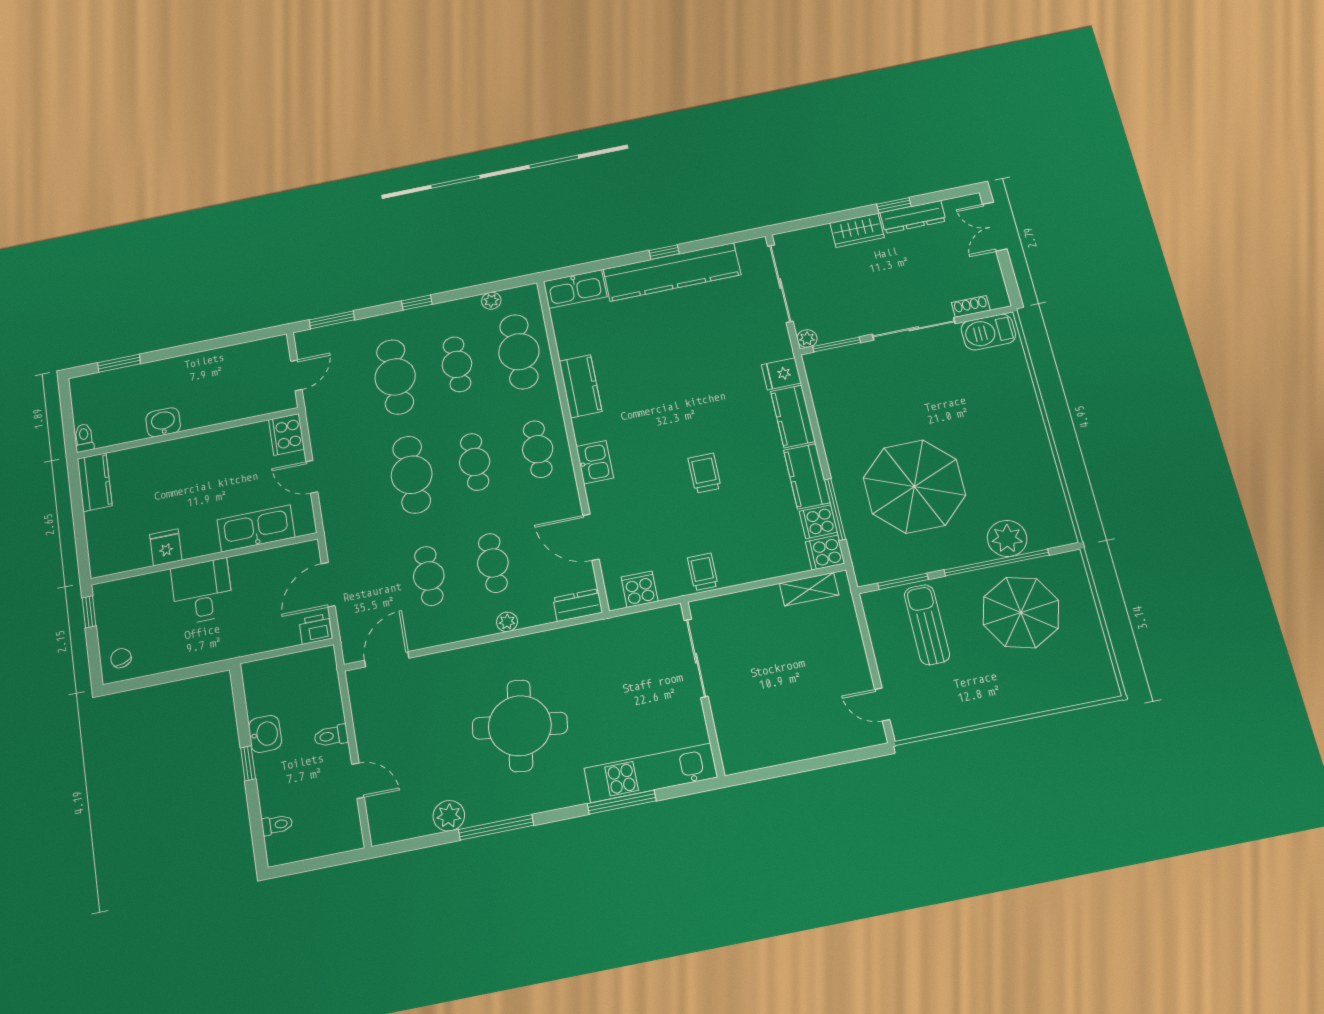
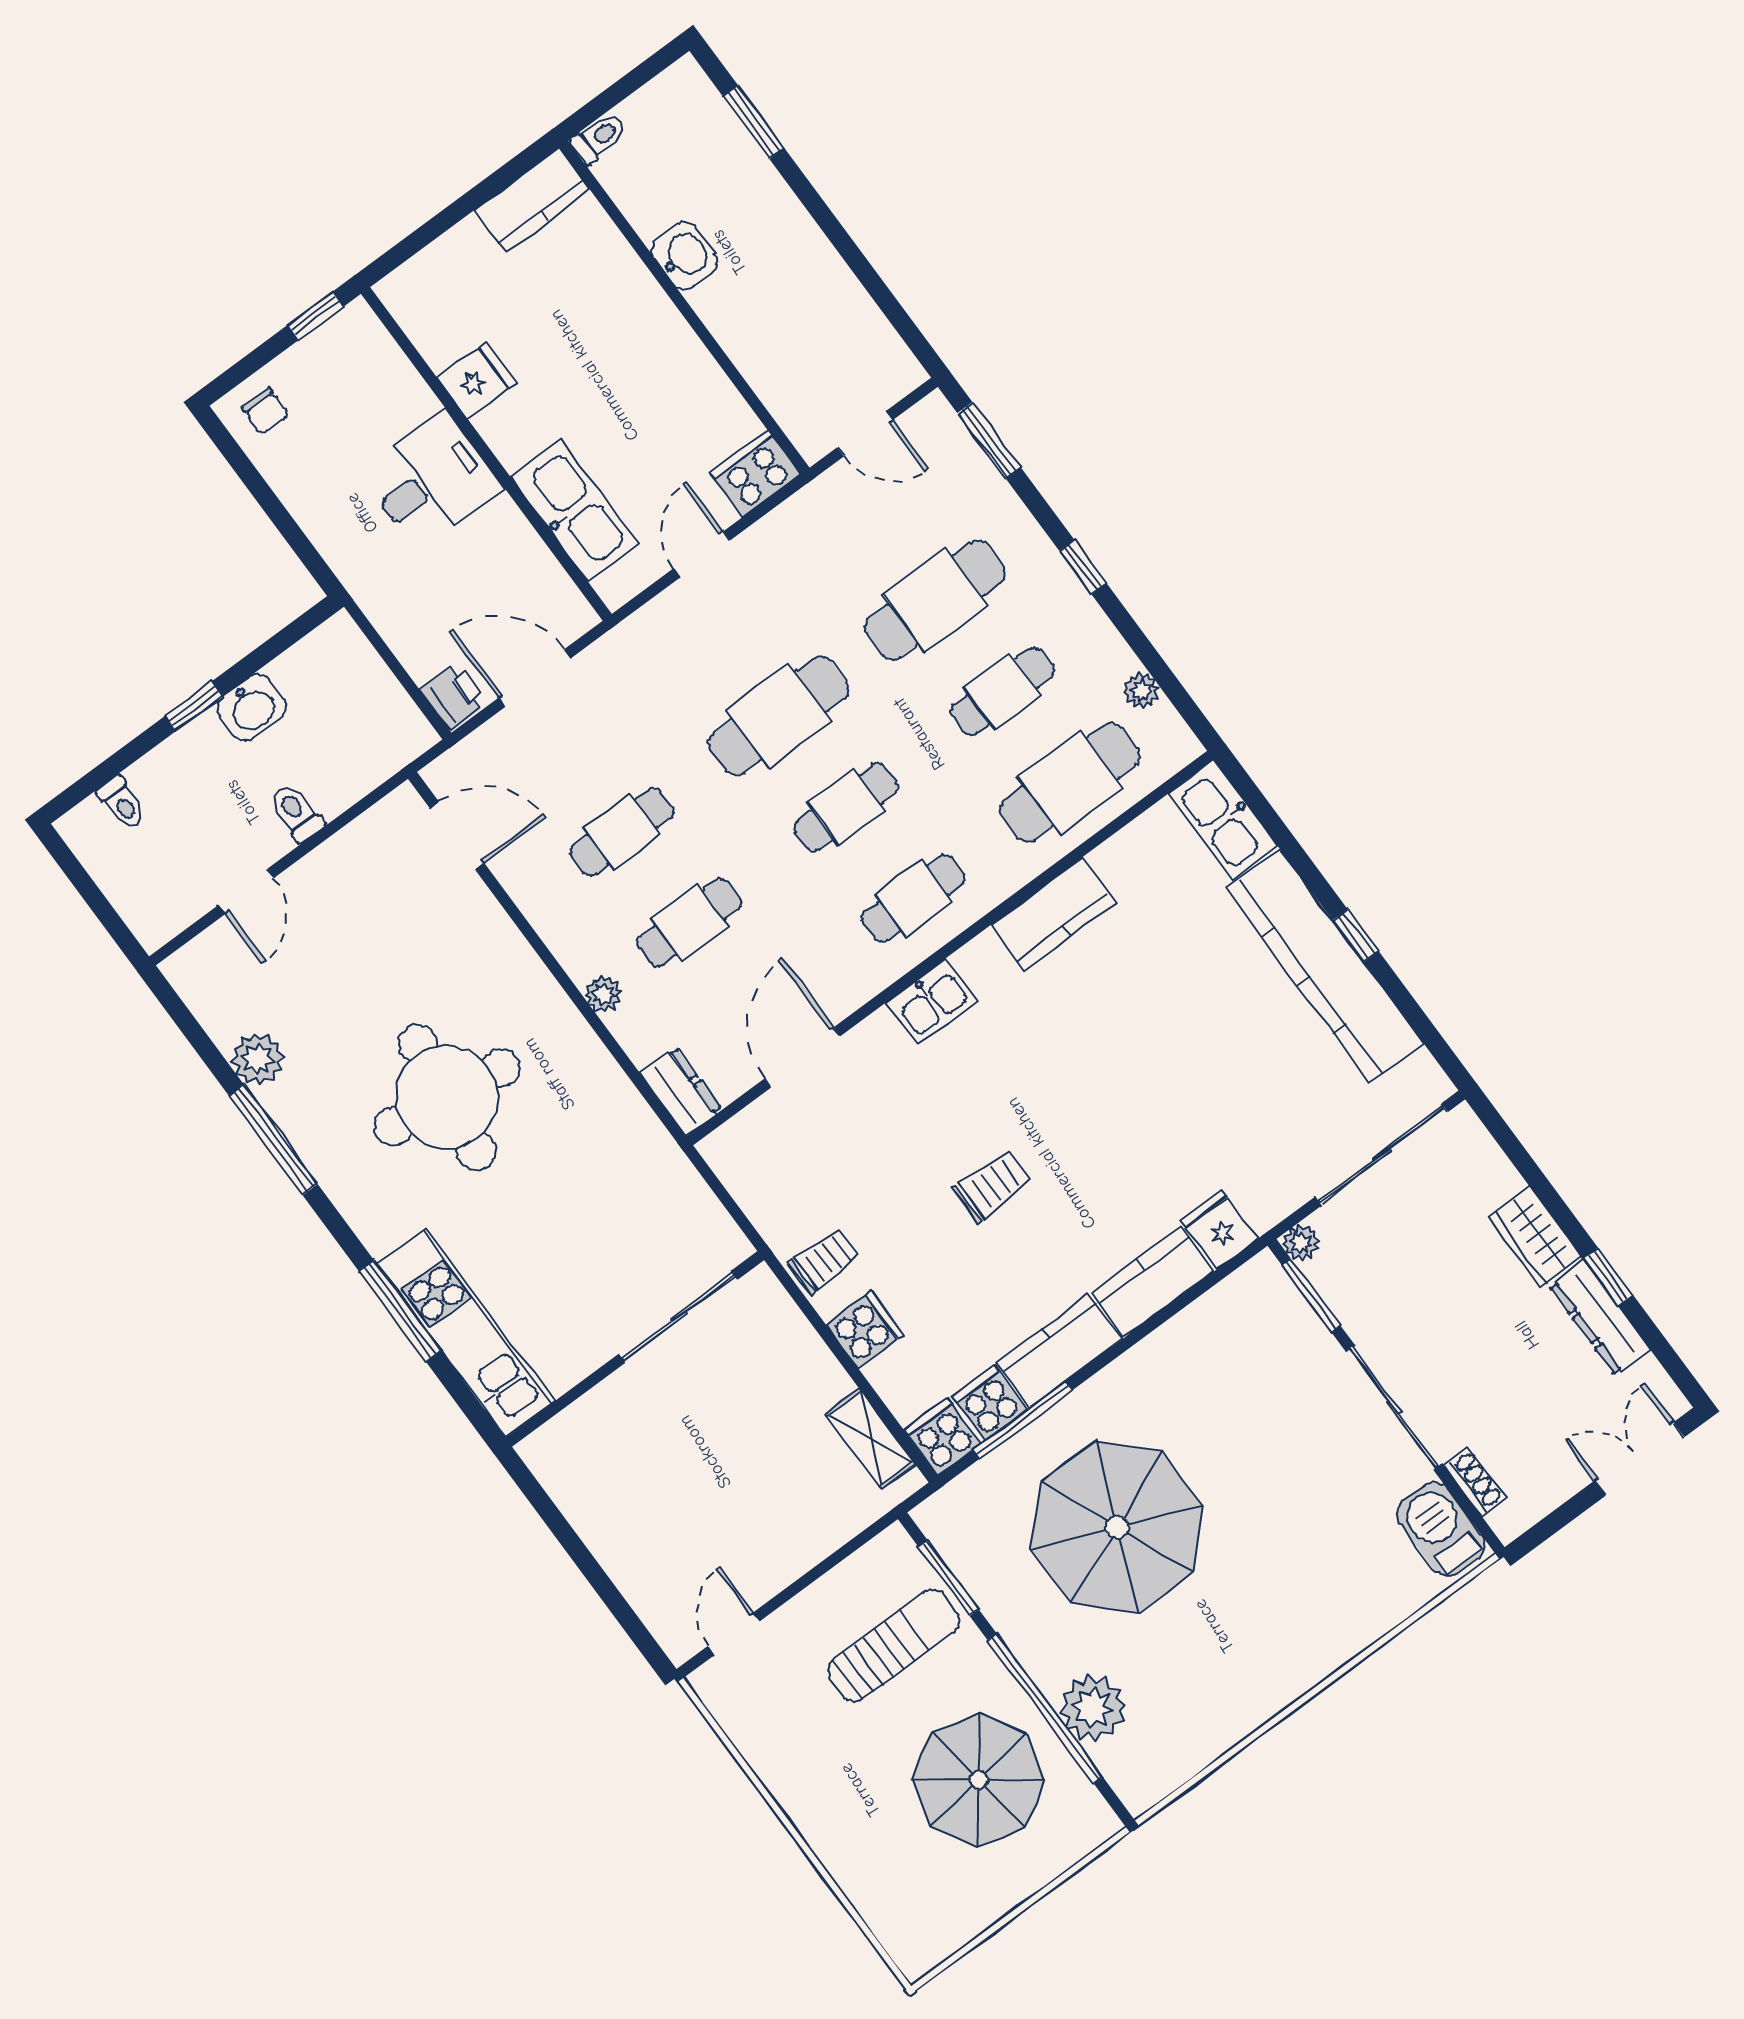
cooker: (640, 589) -> (865, 1330), moved
chair: (121, 658) -> (265, 411), turned 108

